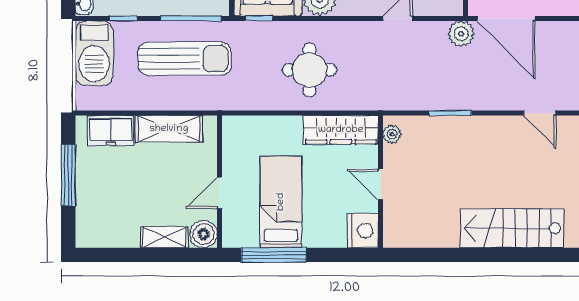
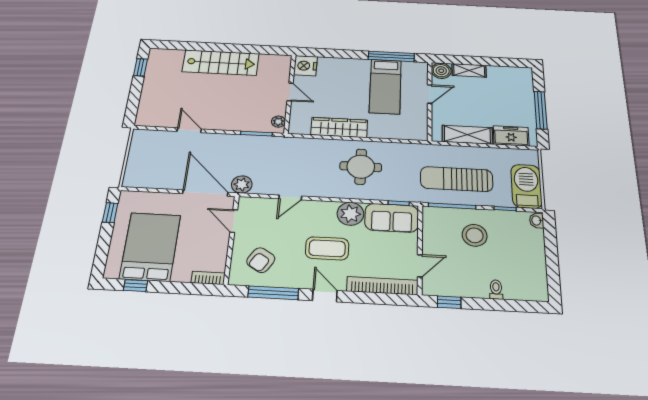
plant: (392, 134) -> (278, 122), moved
wall: (380, 182) -> (290, 93), moved
door: (380, 184) -> (290, 92), moved
nightstand: (363, 231) -> (305, 66), moved

